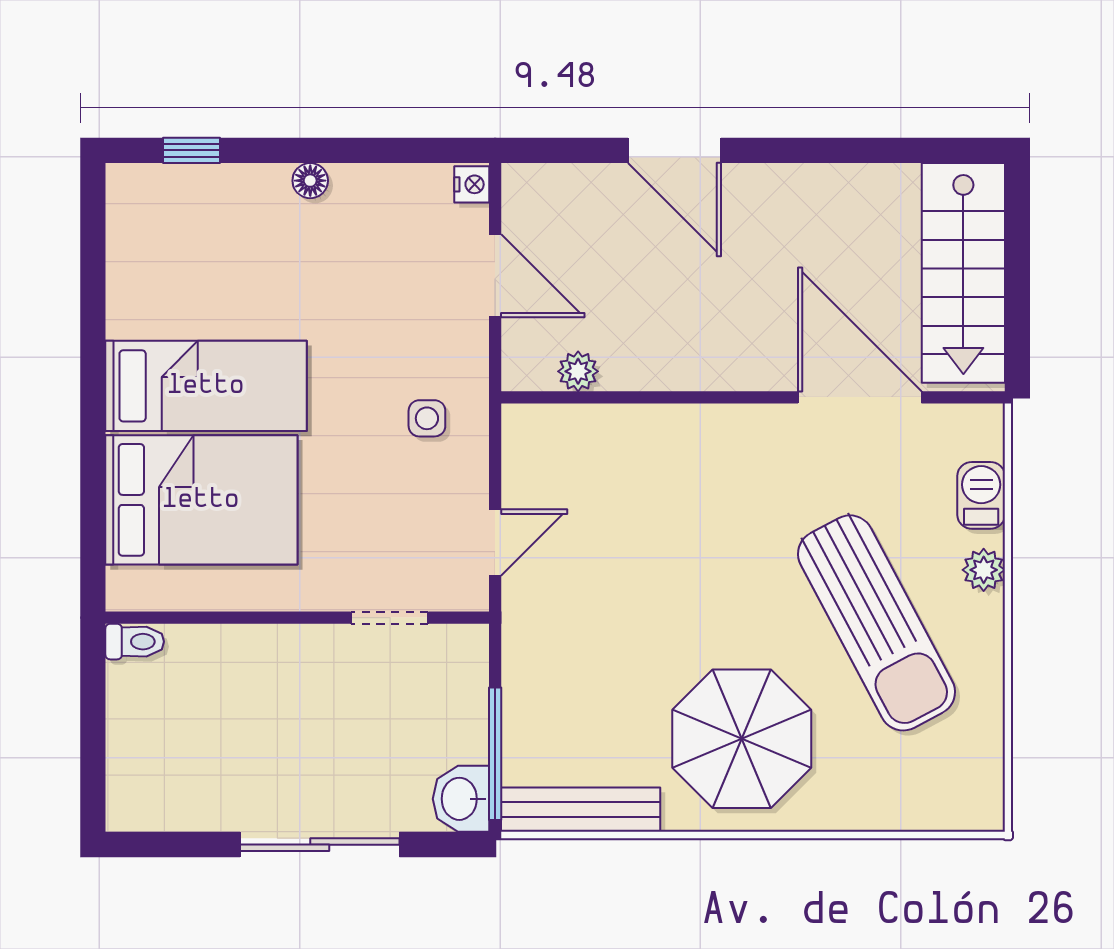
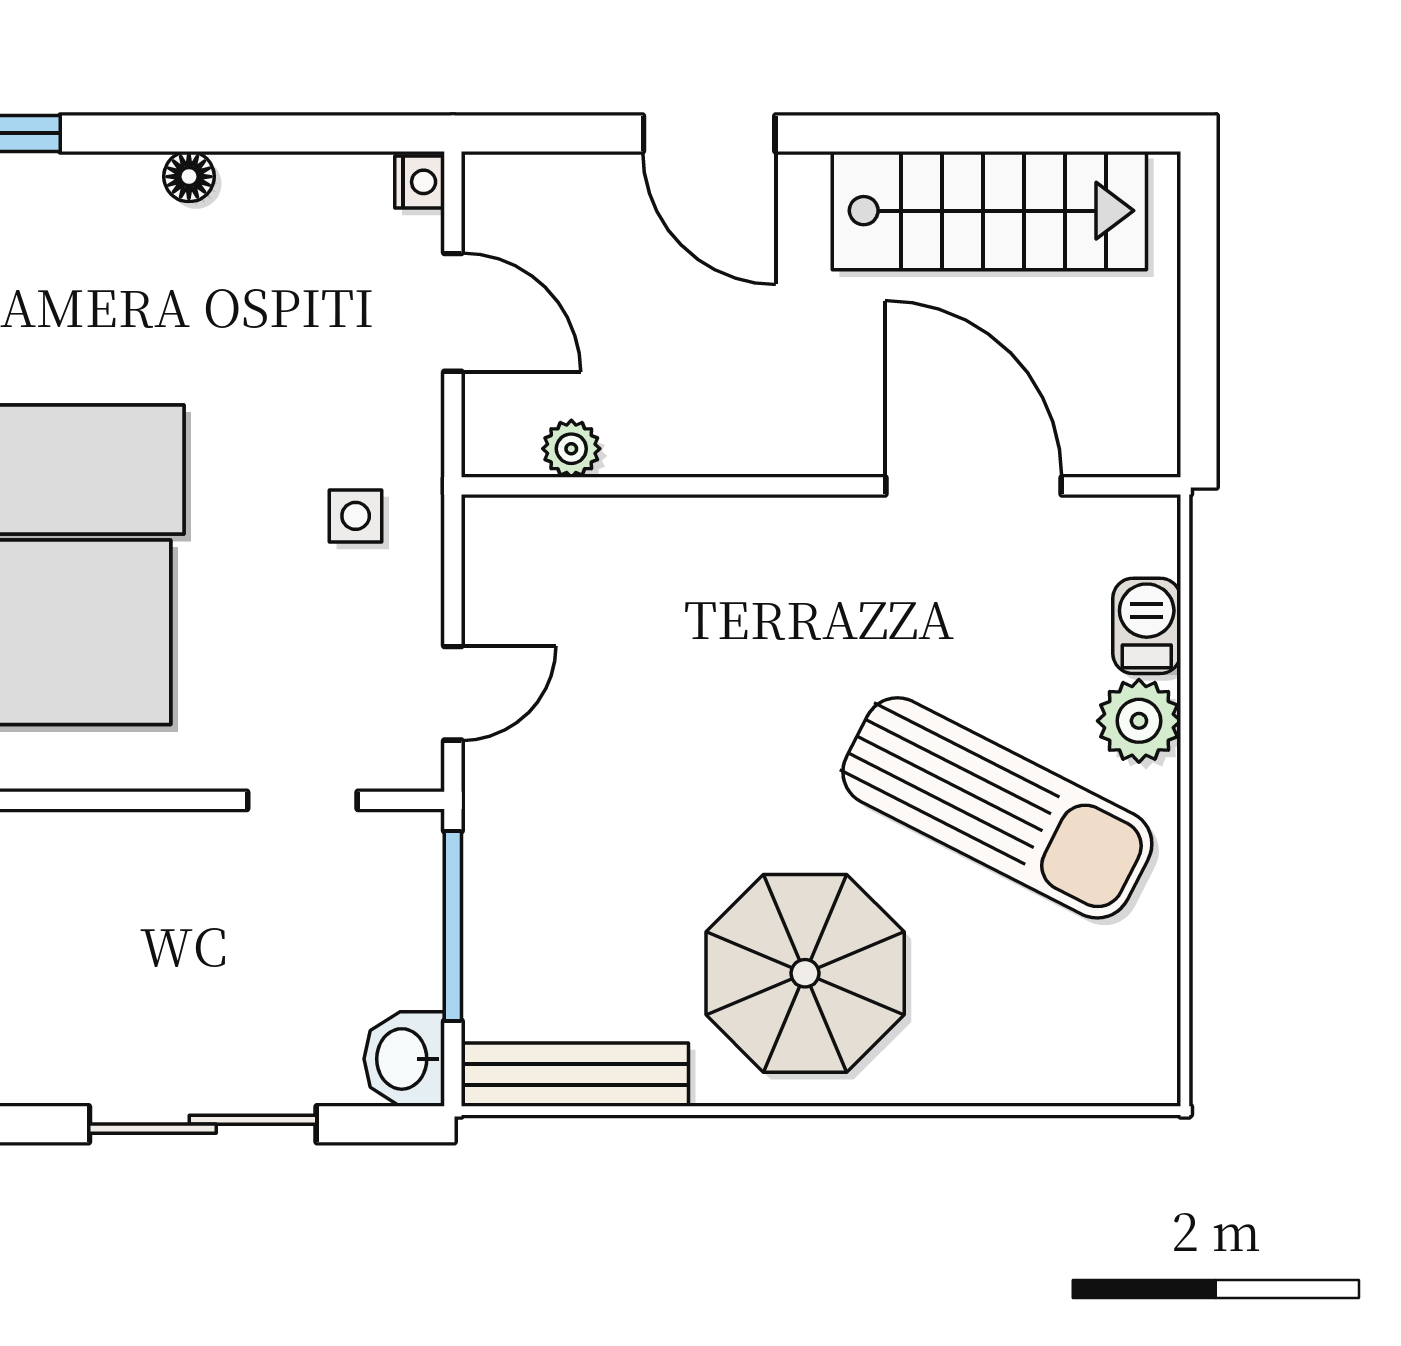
stairs: (963, 273) -> (989, 211), moved, turned -90
plant: (984, 570) -> (1139, 721), width x1.38, depth x1.38
sun lounger: (877, 623) -> (997, 808), turned -35
window: (495, 754) -> (453, 926), moved

